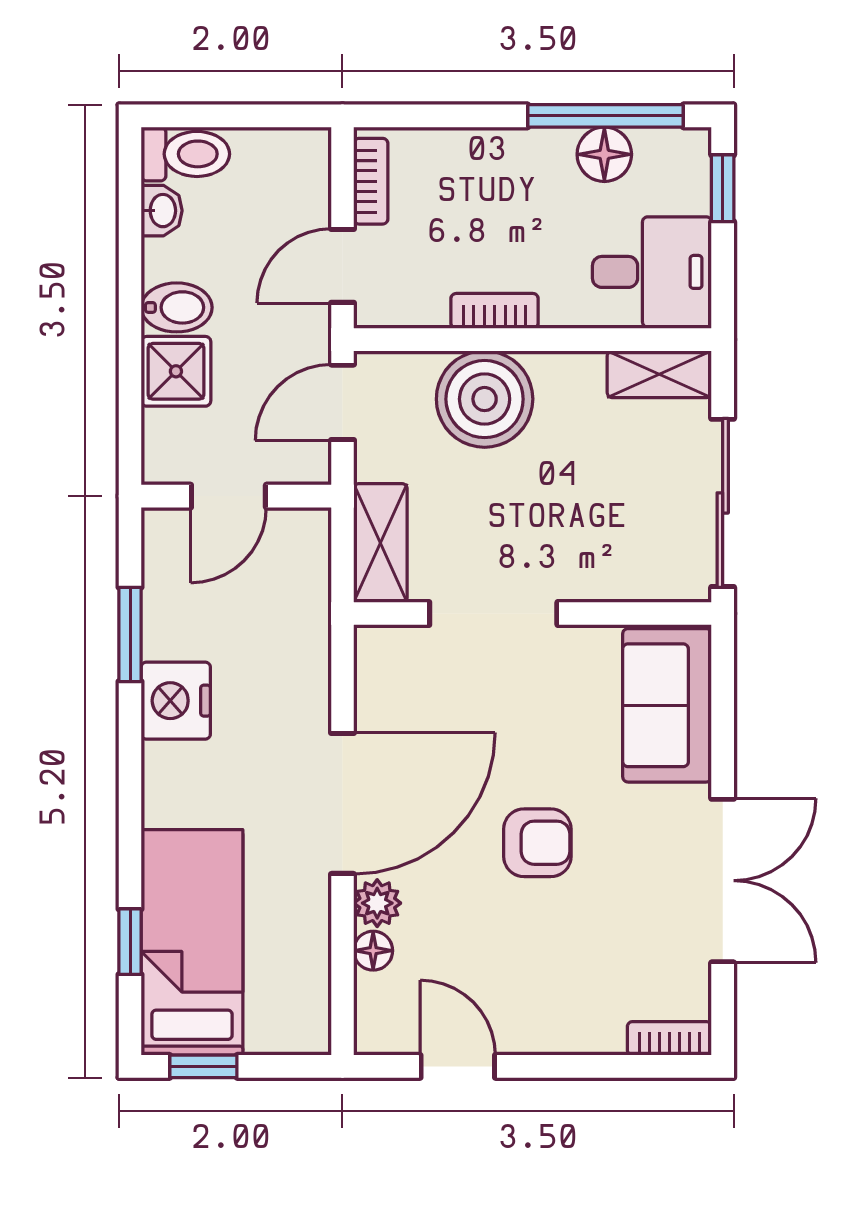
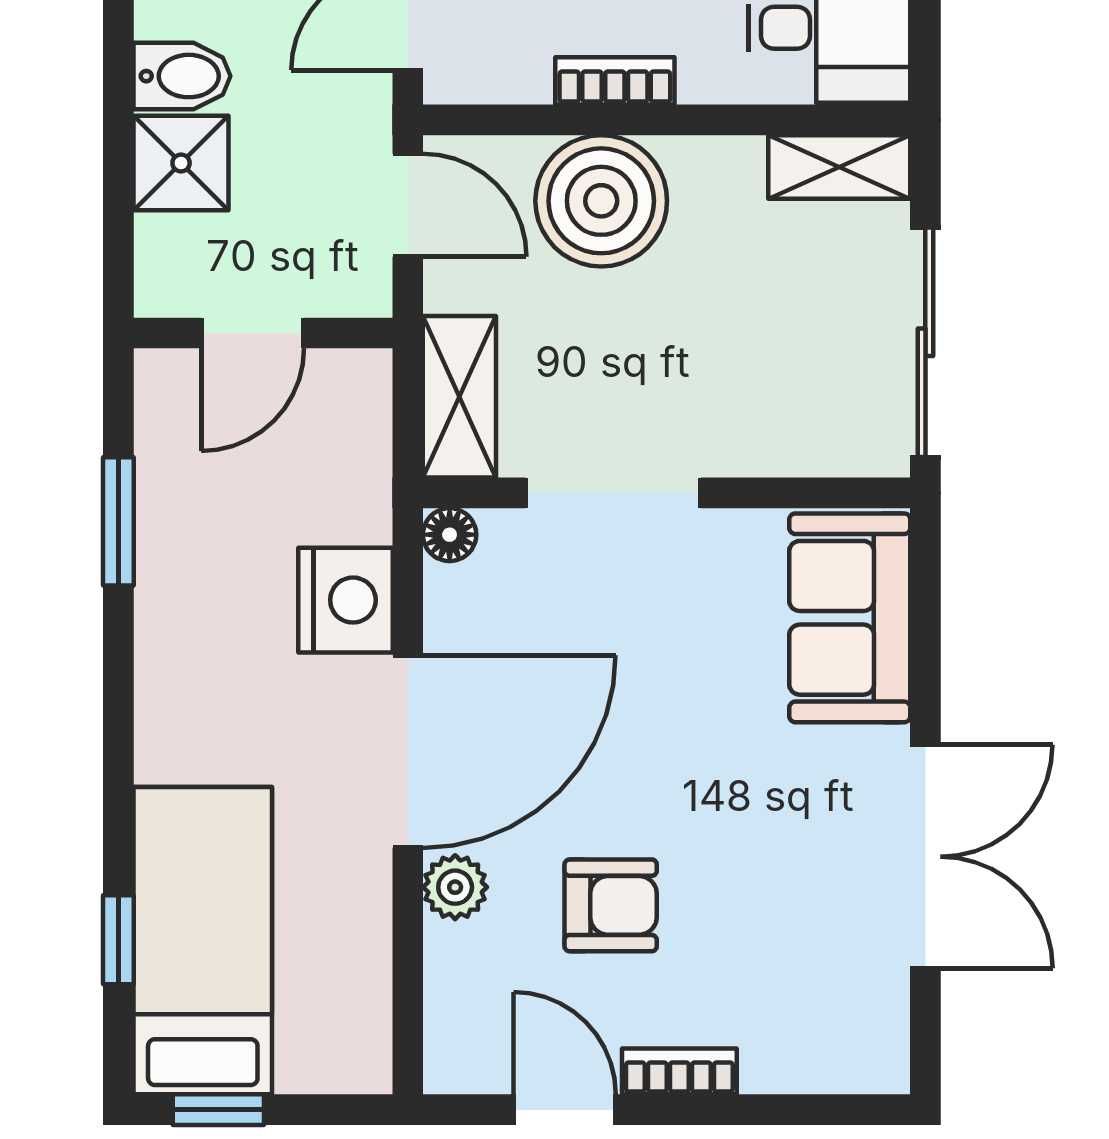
door: (342, 402) -> (408, 205), swing flipped
nightstand: (176, 701) -> (345, 600), moved, turned 180
armchair: (537, 843) -> (611, 905), moved
floor lamp: (373, 951) -> (450, 535), moved
bookcase: (669, 1038) -> (679, 1071), moved

